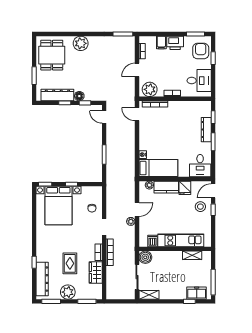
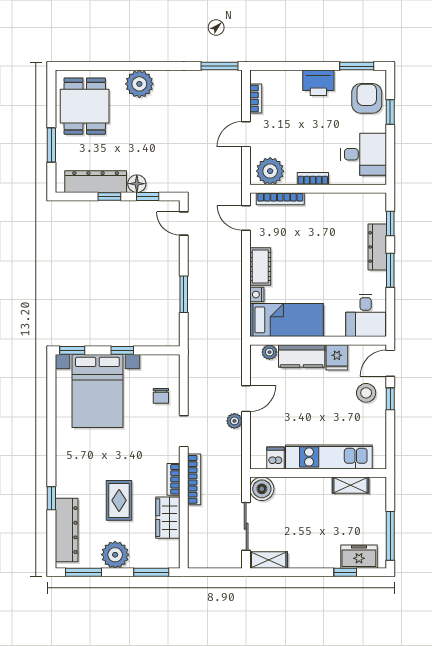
filing cabinet: (161, 42) -> (292, 82), removed
cot: (144, 140) -> (260, 267), added

